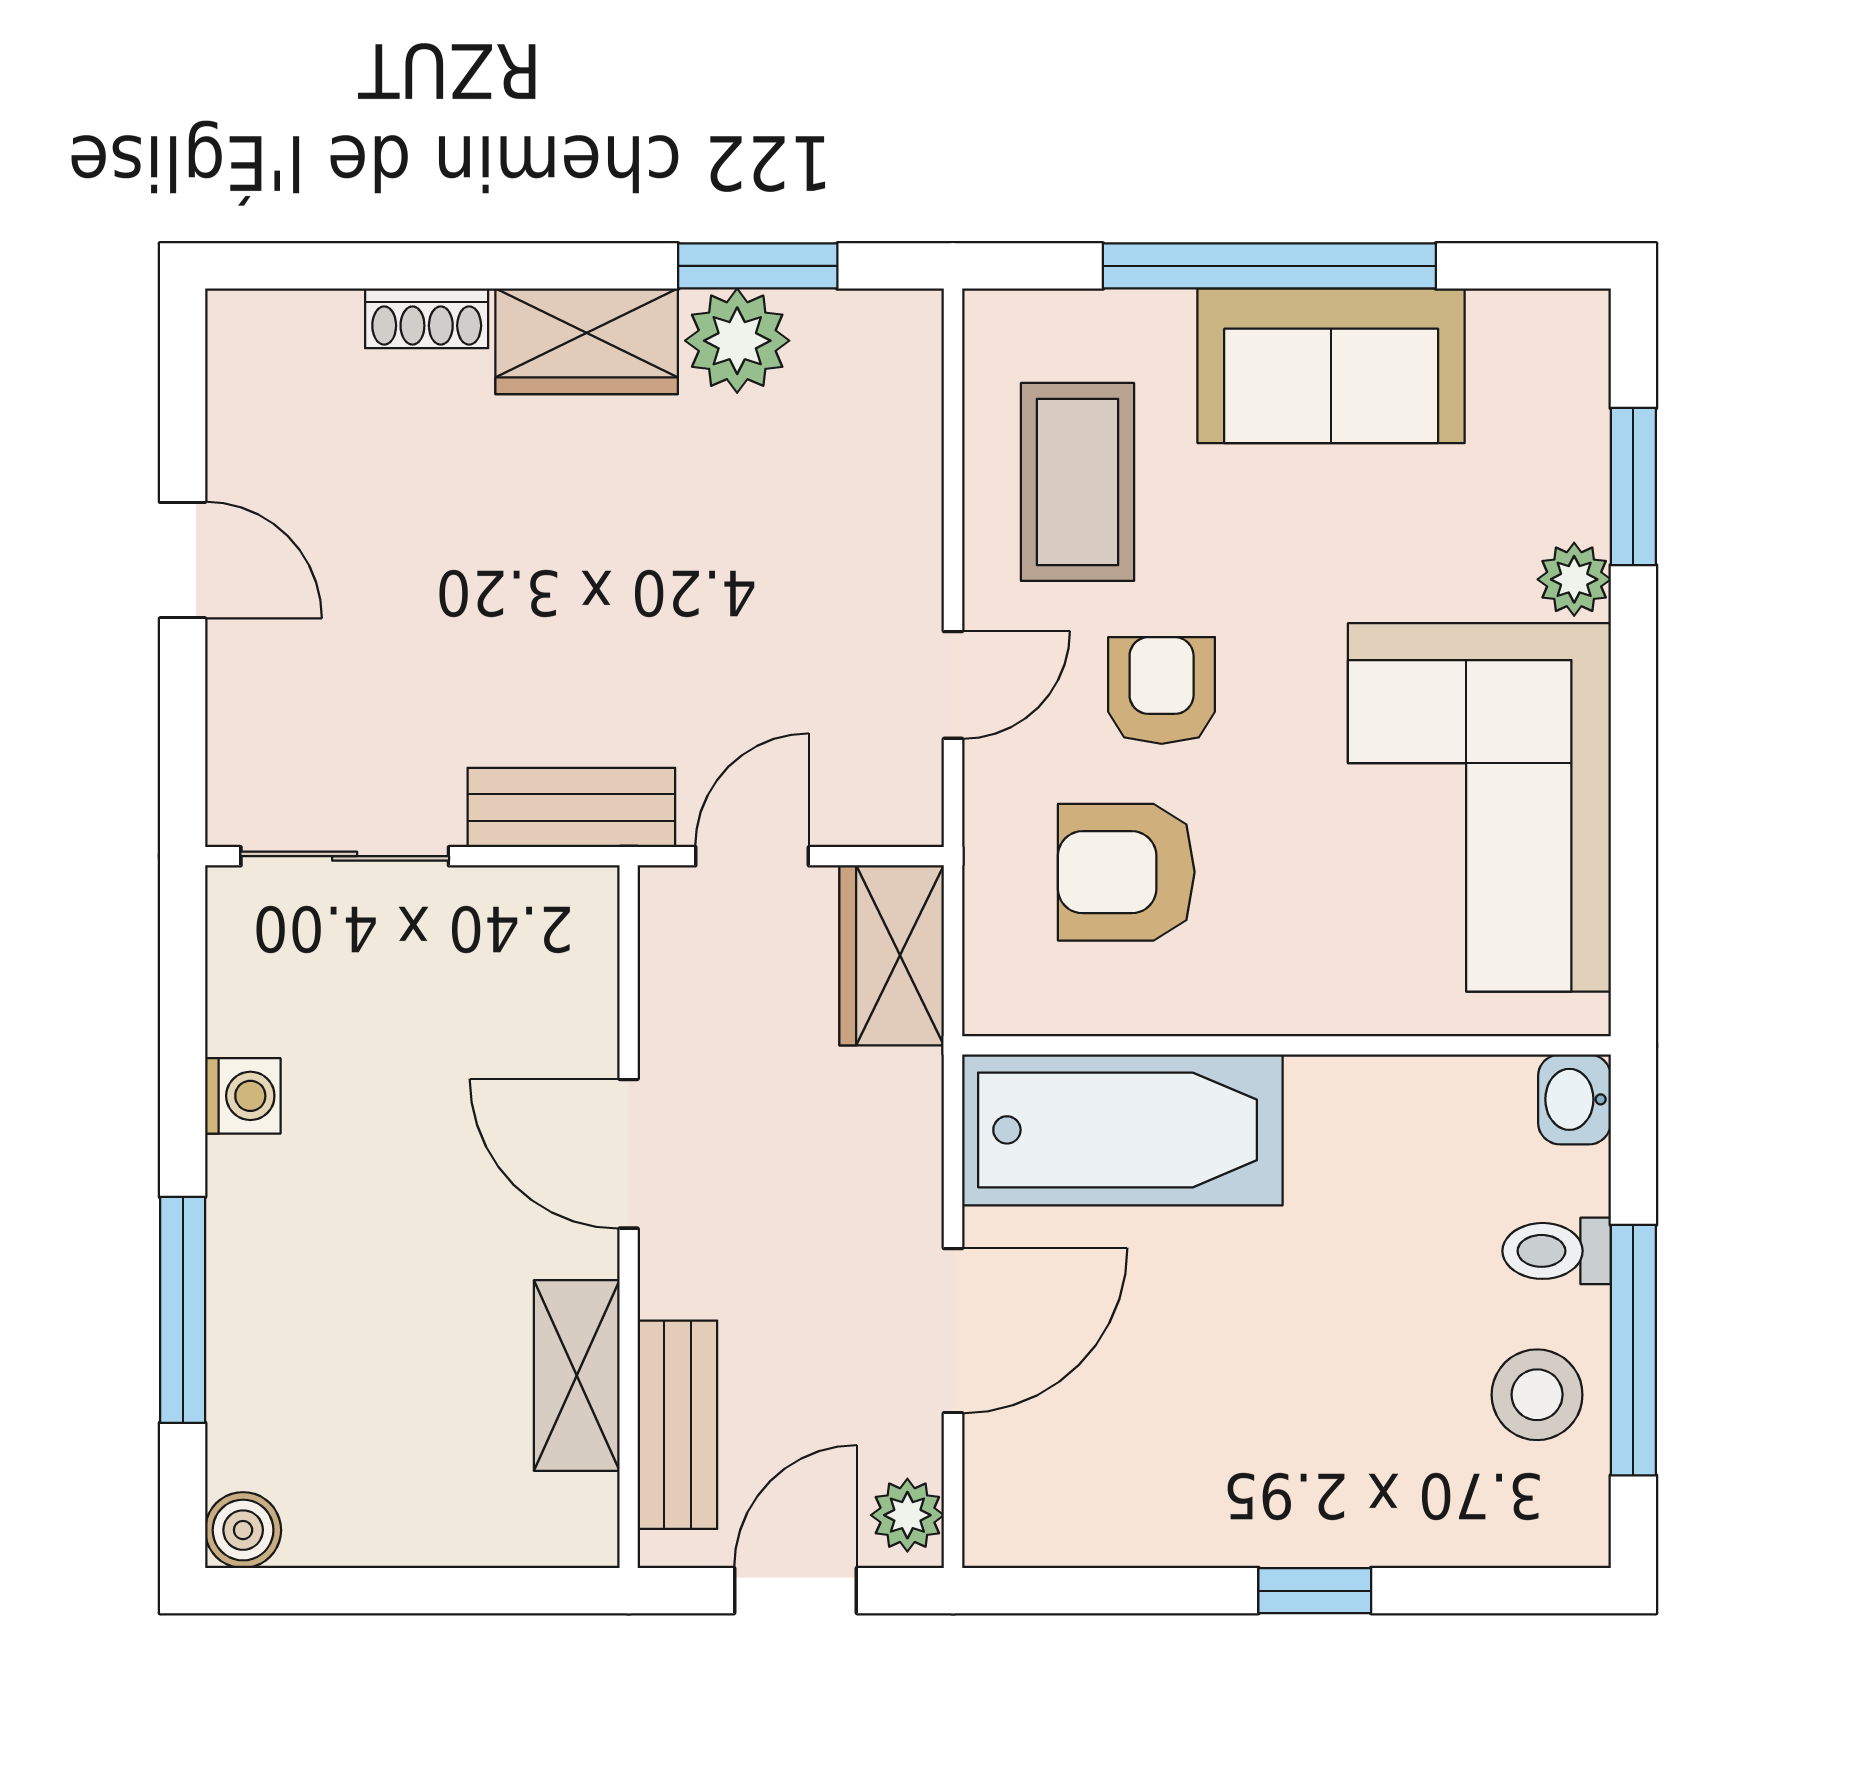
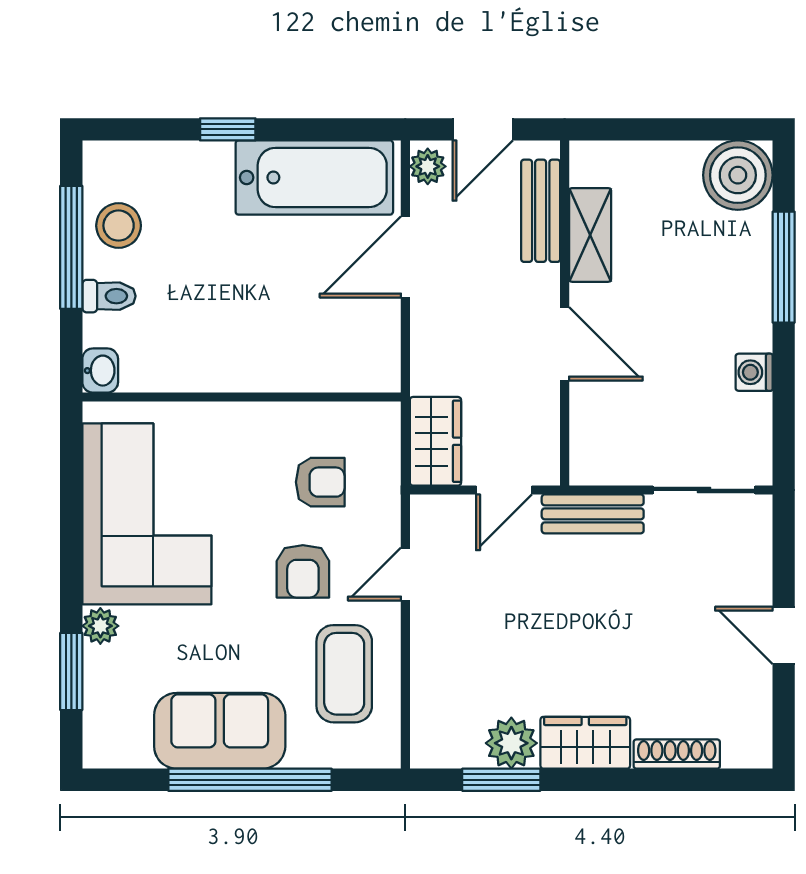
shoe rack: (427, 318) -> (677, 754), width x1.43
armchair: (1126, 872) -> (320, 482), width x0.72, depth x0.72
bathtub: (1122, 1130) -> (314, 177), moved, turned 180
boiler: (243, 1530) -> (738, 175), width x1.86, depth x1.86

